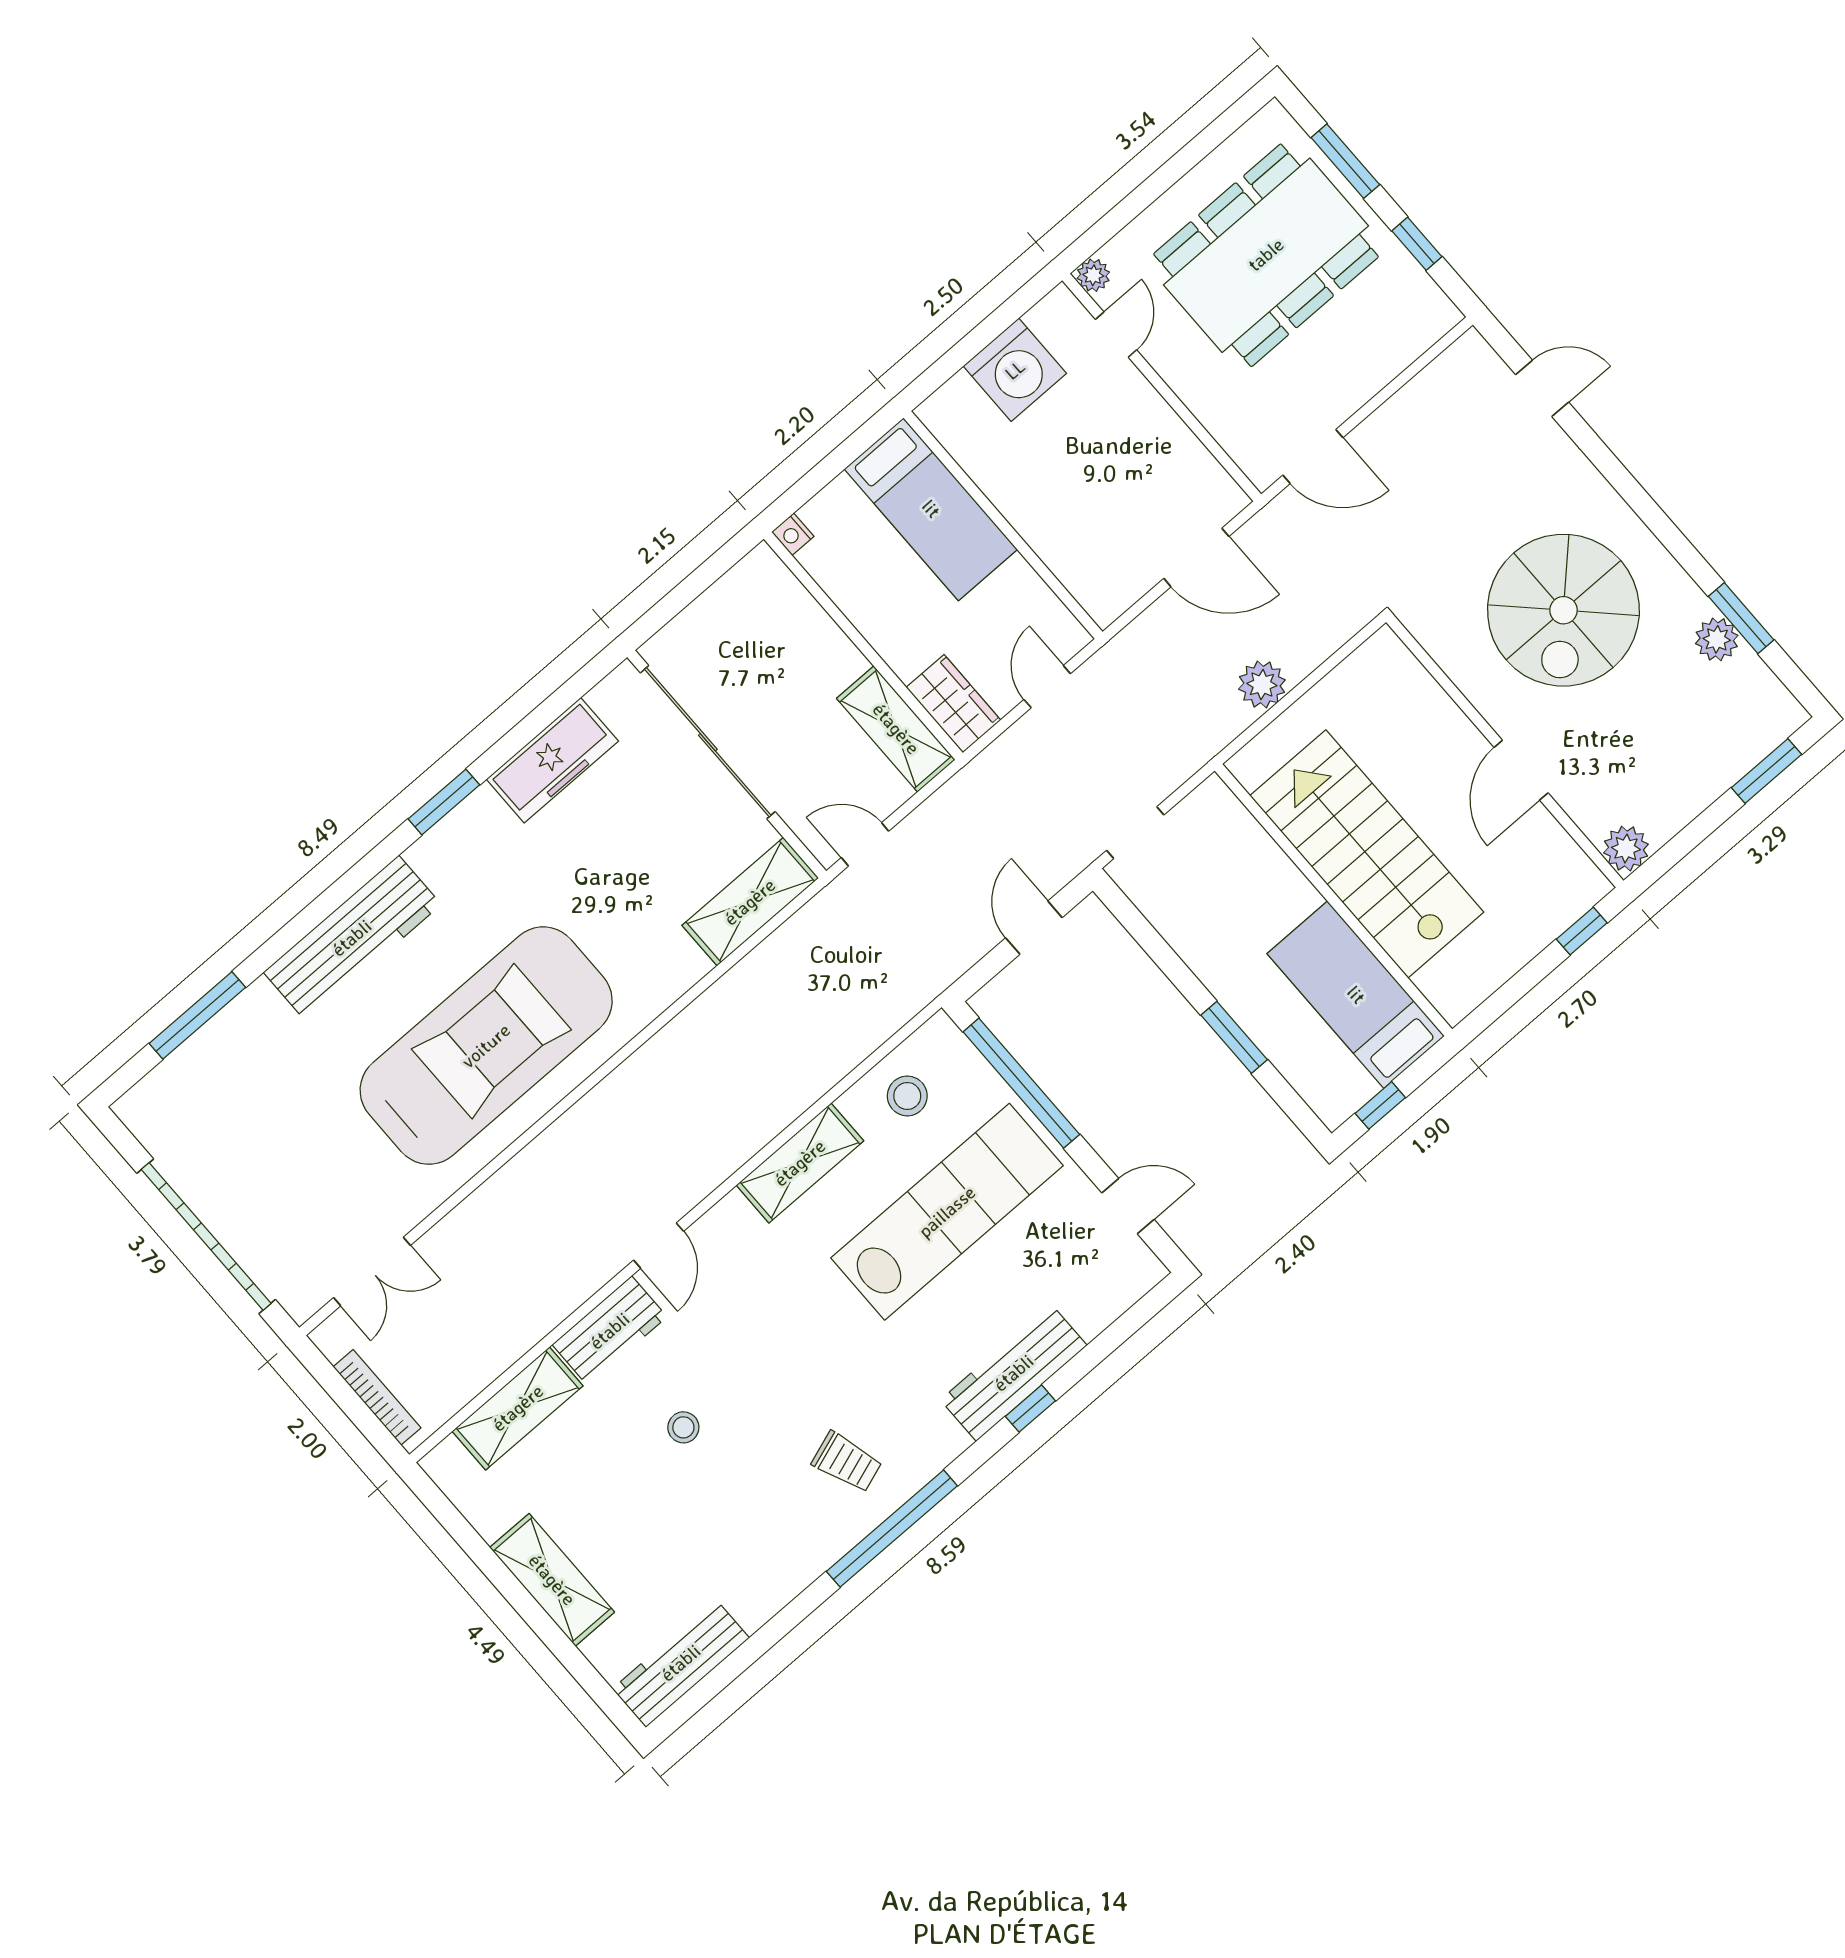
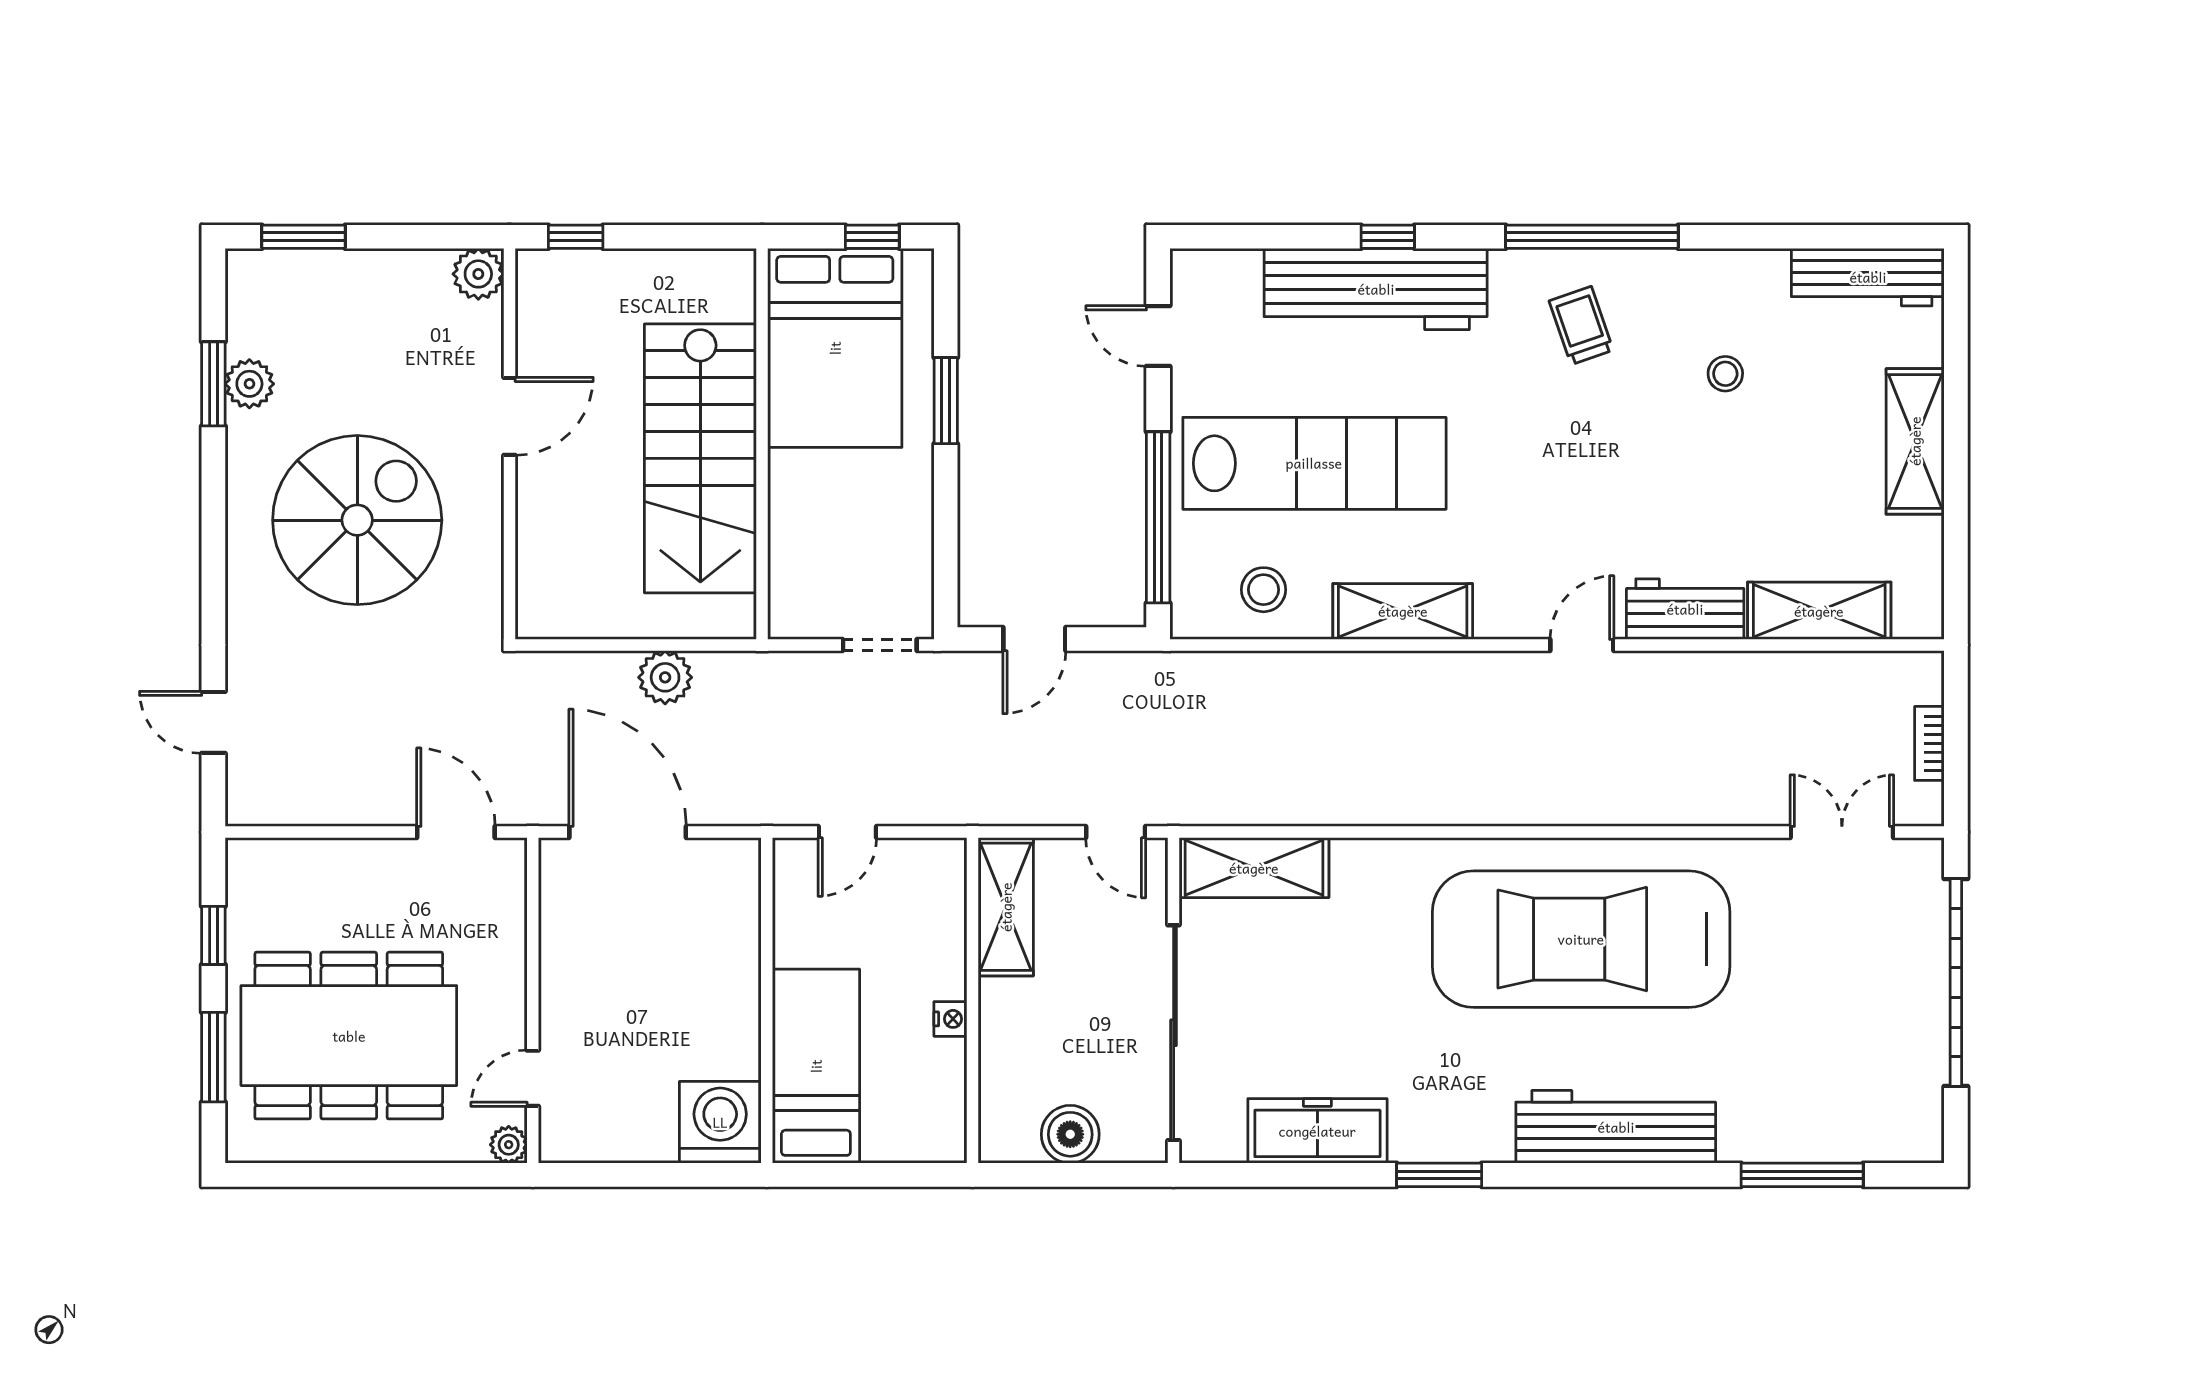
washing machine: (1015, 370) -> (720, 1122), moved
nightstand: (793, 534) -> (950, 1019), moved
door: (1196, 557) -> (628, 832), width x1.36
boiler: (718, 613) -> (1070, 1134), added
wardrobe: (953, 704) -> (939, 886), removed
bed: (1356, 995) -> (835, 348), width x1.50
lab bench: (947, 1212) -> (1314, 463), turned 180
workbench: (1014, 1373) -> (1376, 289), width x1.36, depth x1.32
bookcase: (377, 1397) -> (1929, 743), width x0.64
stool: (683, 1427) -> (1725, 374), moved

